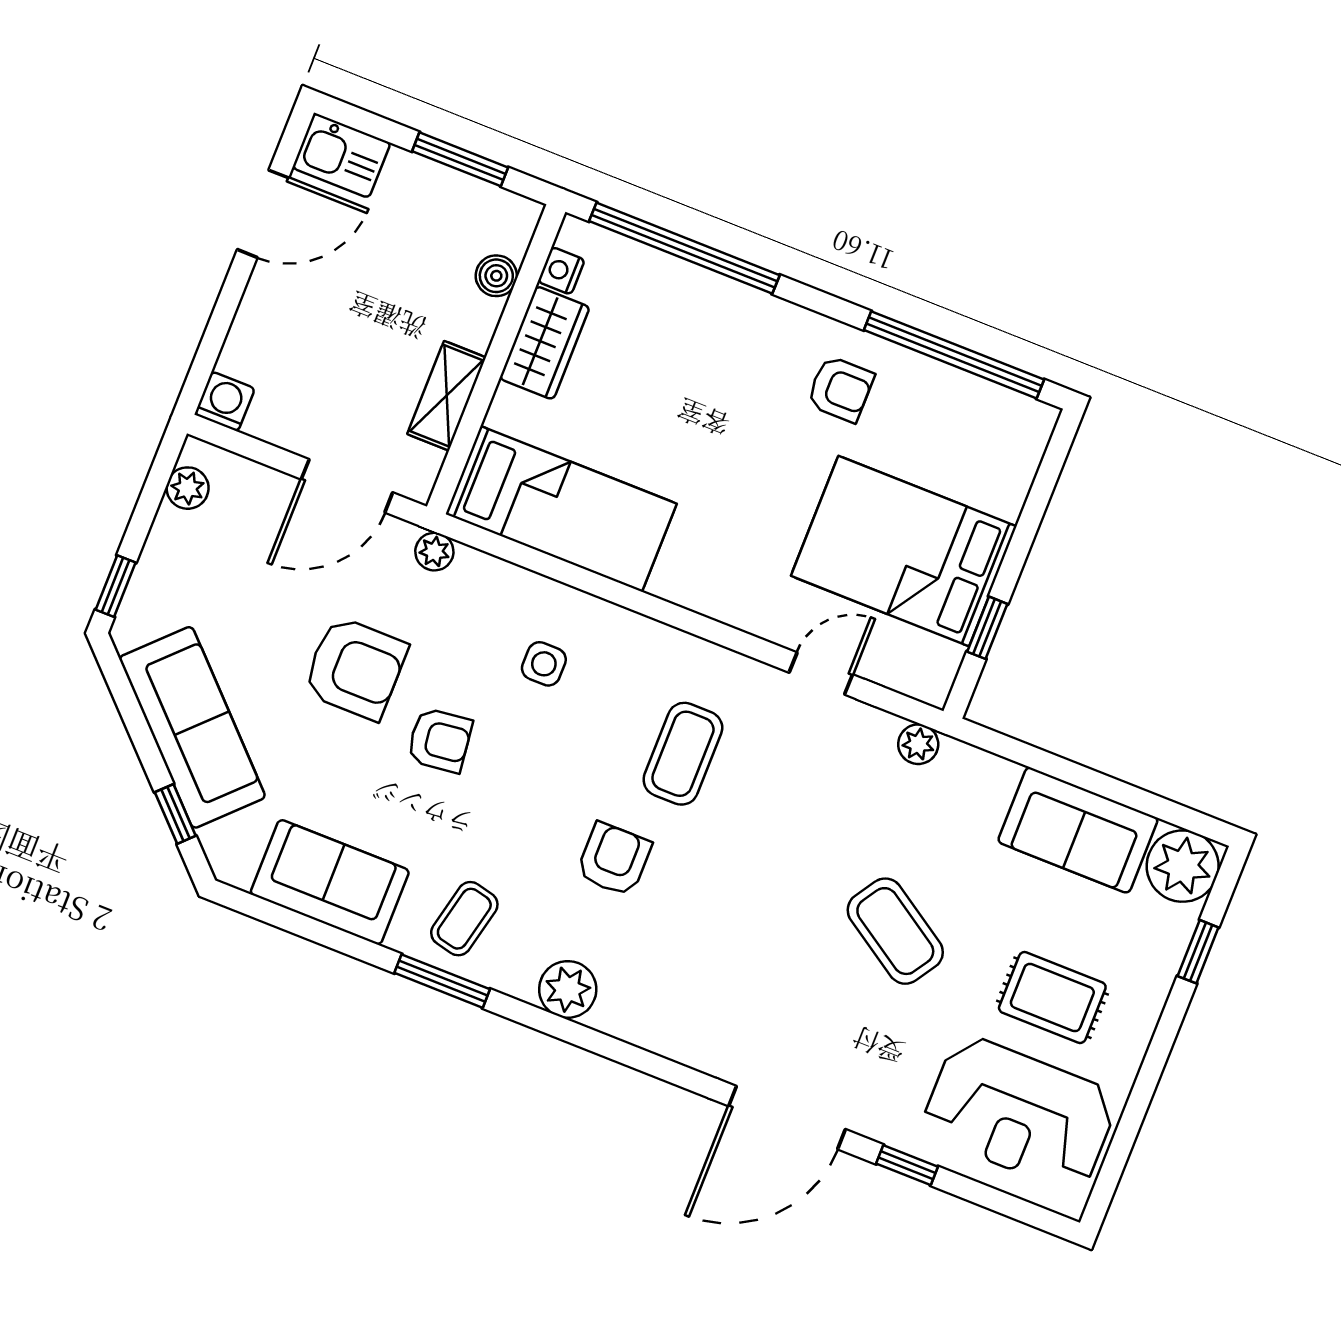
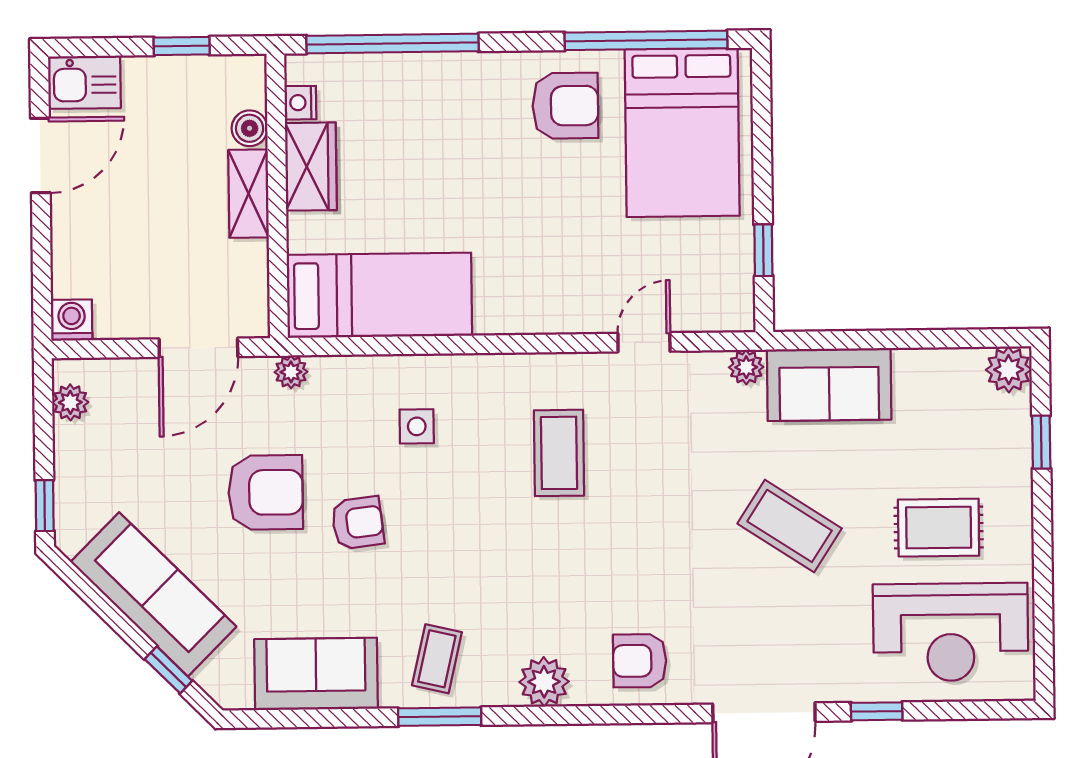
window: (460, 159) -> (182, 46), width x0.67
armchair: (840, 389) -> (565, 106), width x1.38, depth x1.38
shelving: (447, 396) -> (248, 194), moved
bed: (904, 551) -> (682, 133), moved, turned -90
sofa: (1078, 830) -> (829, 385), moved
armchair: (614, 859) -> (640, 661), moved, turned -90
plant: (1183, 866) -> (1009, 370), width x0.73, depth x0.73

